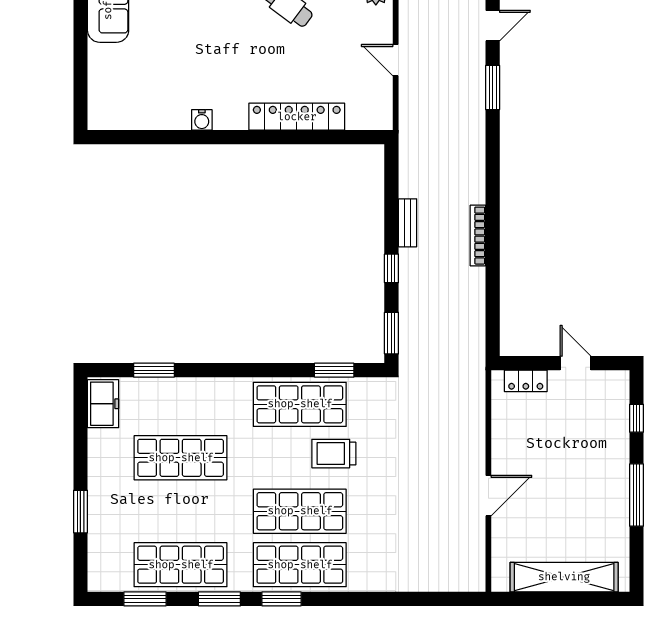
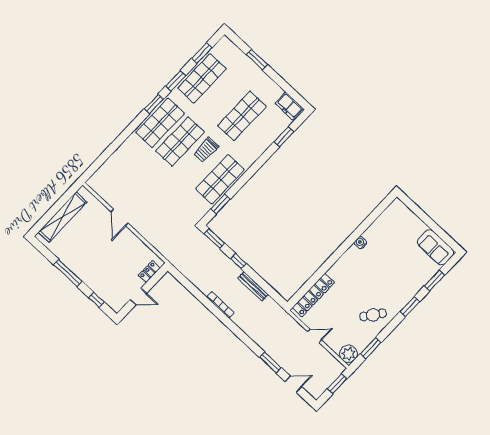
door: (493, 26) -> (293, 384), swing flipped
locker: (297, 117) -> (313, 295), moved
bench: (408, 223) -> (253, 286), width x1.36
trolley: (334, 454) -> (206, 150), moved, turned 180

